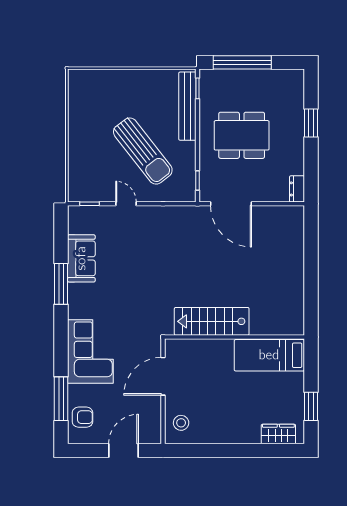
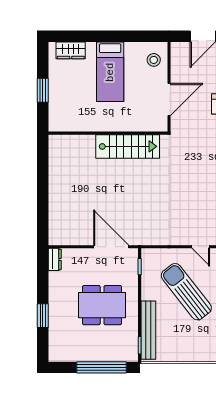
bed: (269, 355) -> (110, 72), moved, turned 90
window: (311, 406) -> (43, 90), moved

